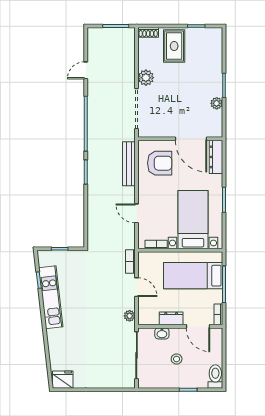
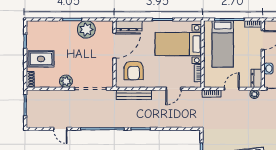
plant: (217, 103) -> (86, 29), width x1.88, depth x1.88
armchair: (160, 163) -> (134, 70), turned 180
dresser: (171, 318) -> (256, 78), moved

